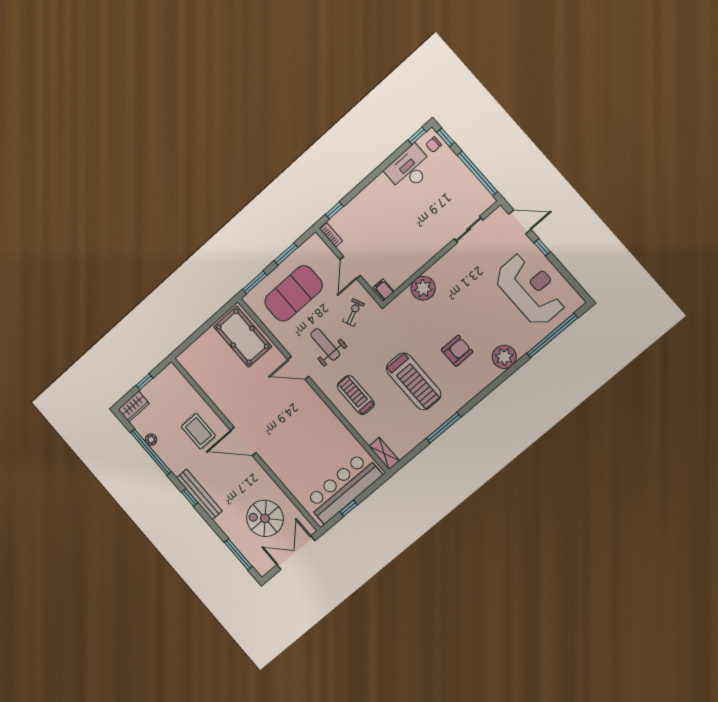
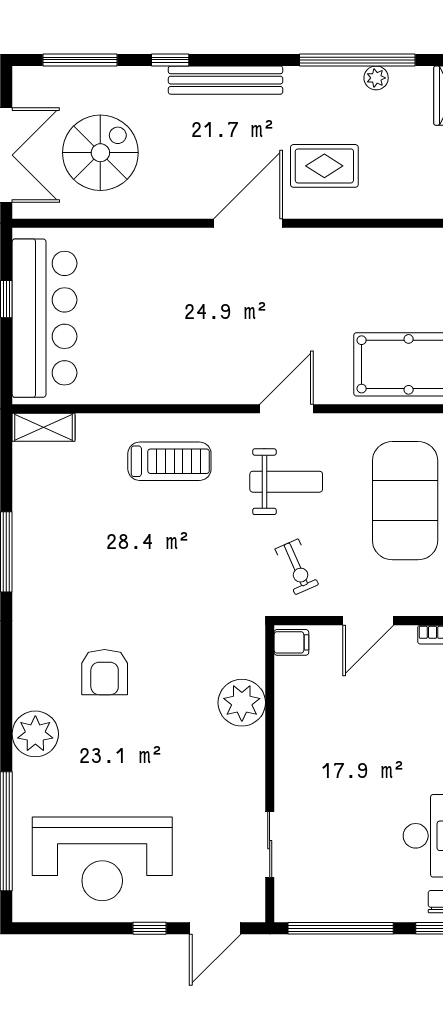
door: (350, 268) -> (368, 621), swing flipped
treadmill: (414, 381) -> (115, 567), removed
window: (190, 497) -> (170, 60), moved

